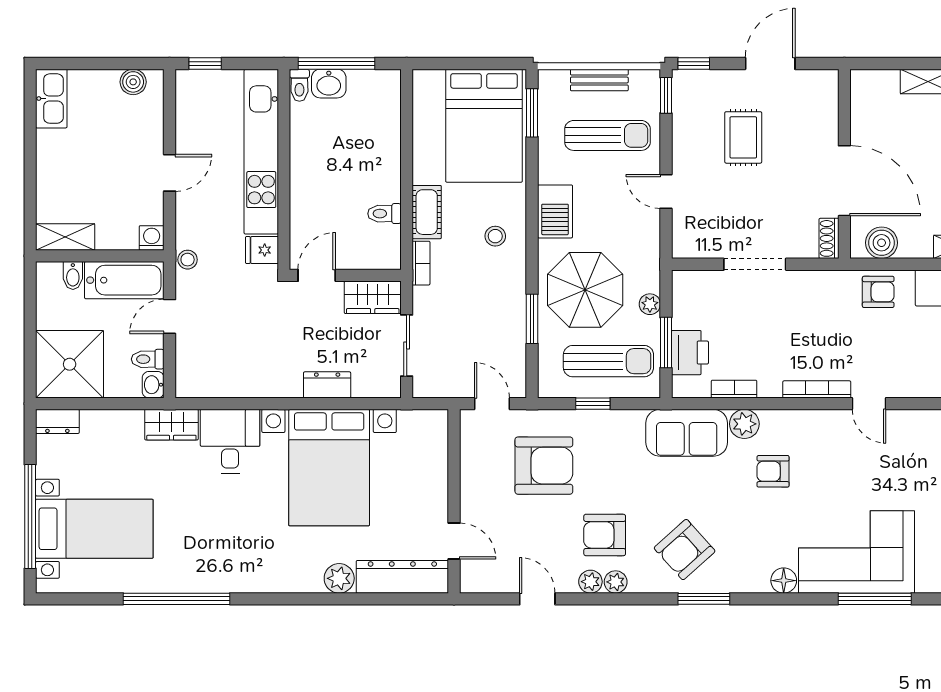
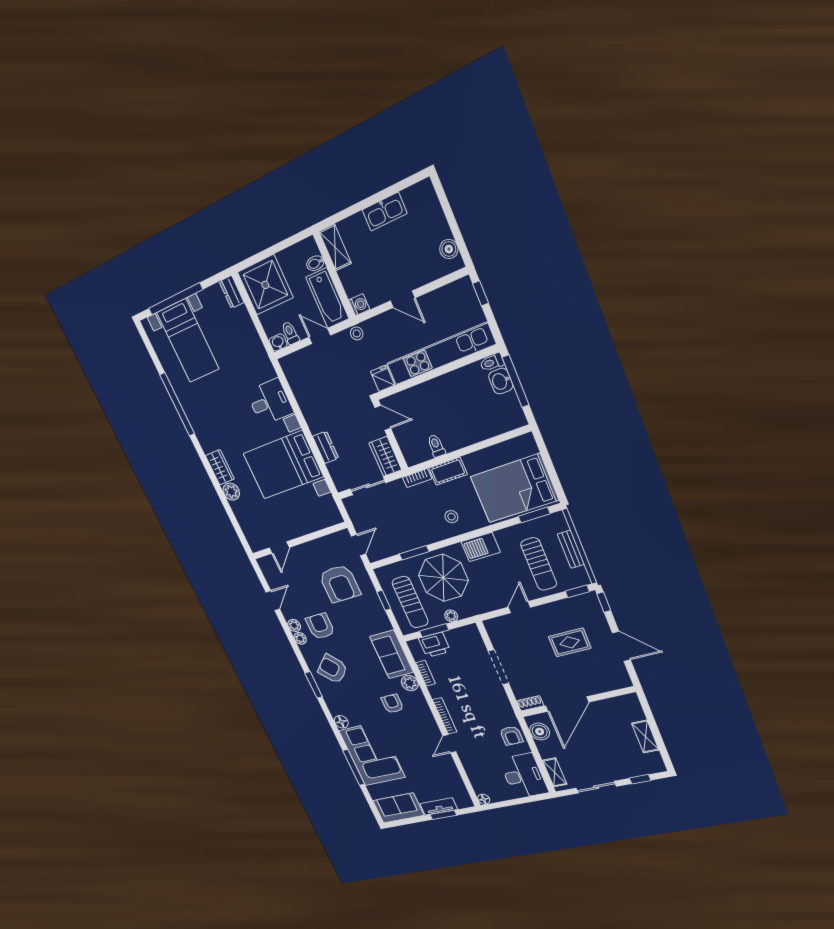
kitchen sink: (51, 99) -> (385, 212), moved
wardrobe: (171, 425) -> (220, 467), moved, turned 180
dresser: (402, 577) -> (249, 526), removed

